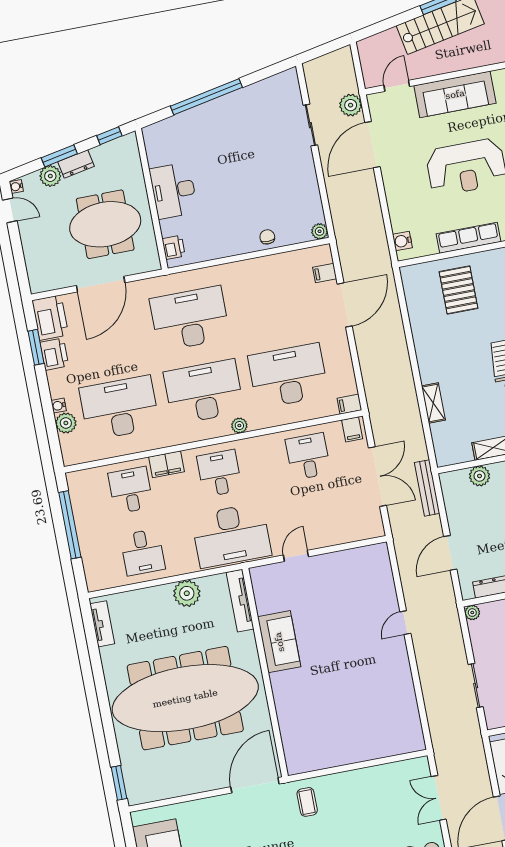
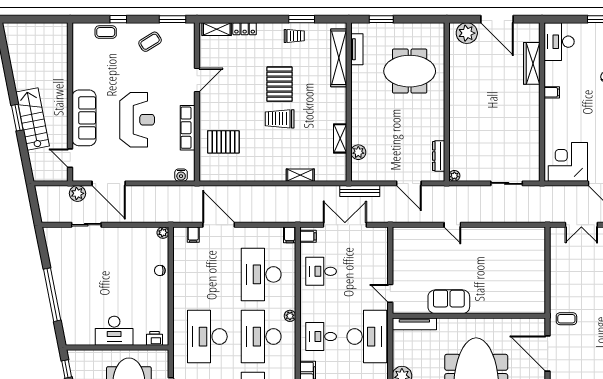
tv unit: (240, 601) -> (414, 324), moved
sofa: (279, 642) -> (449, 302), moved
wall: (265, 673) -> (469, 316), moved

